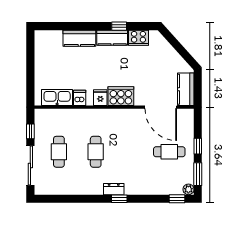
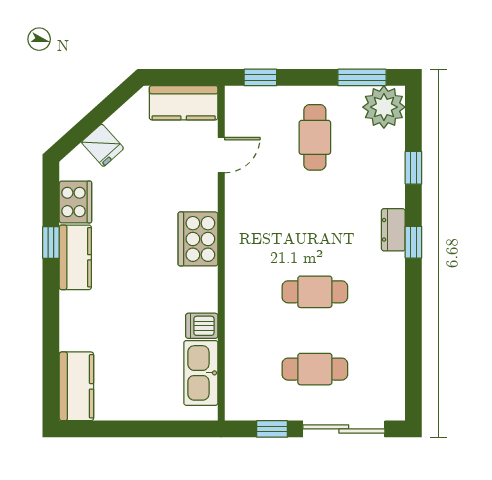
kitchen counter: (79, 38) -> (76, 386), moved
fridge: (100, 98) -> (103, 145), moved, turned -132
door: (161, 107) -> (221, 155), width x0.53
window: (198, 146) -> (260, 77), moved
dresser: (114, 189) -> (393, 230), moved
plant: (188, 189) -> (384, 107), width x1.87, depth x1.87
window: (177, 199) -> (413, 168), moved

